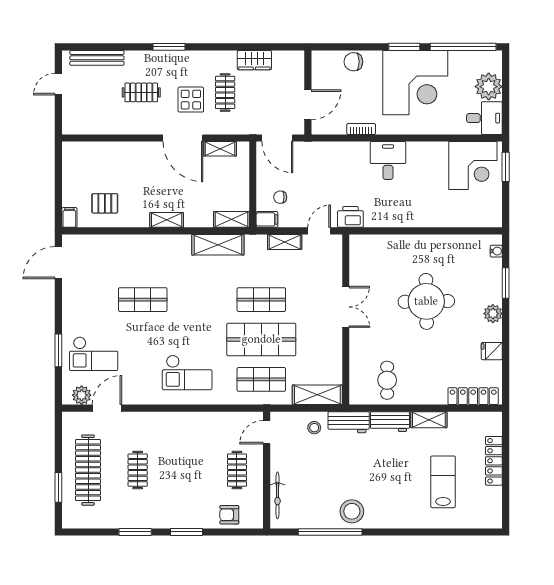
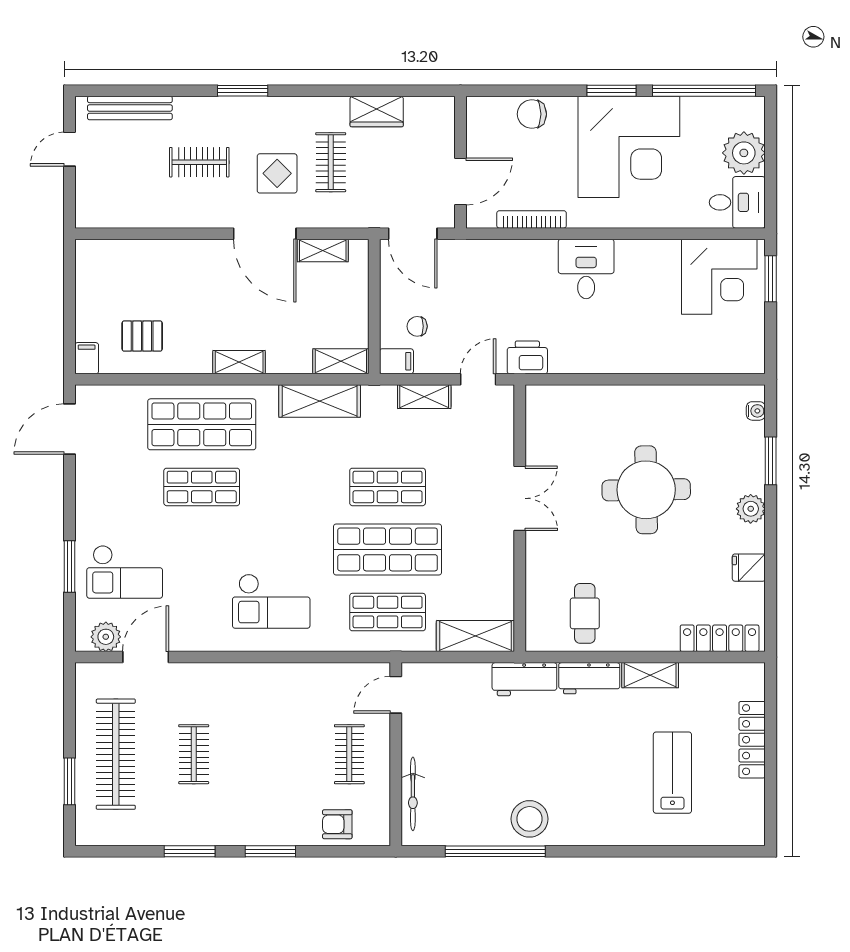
bookcase: (361, 129) -> (532, 219), width x1.56
shop shelf: (143, 260) -> (202, 424), added
stool: (314, 428) -> (470, 688), removed

